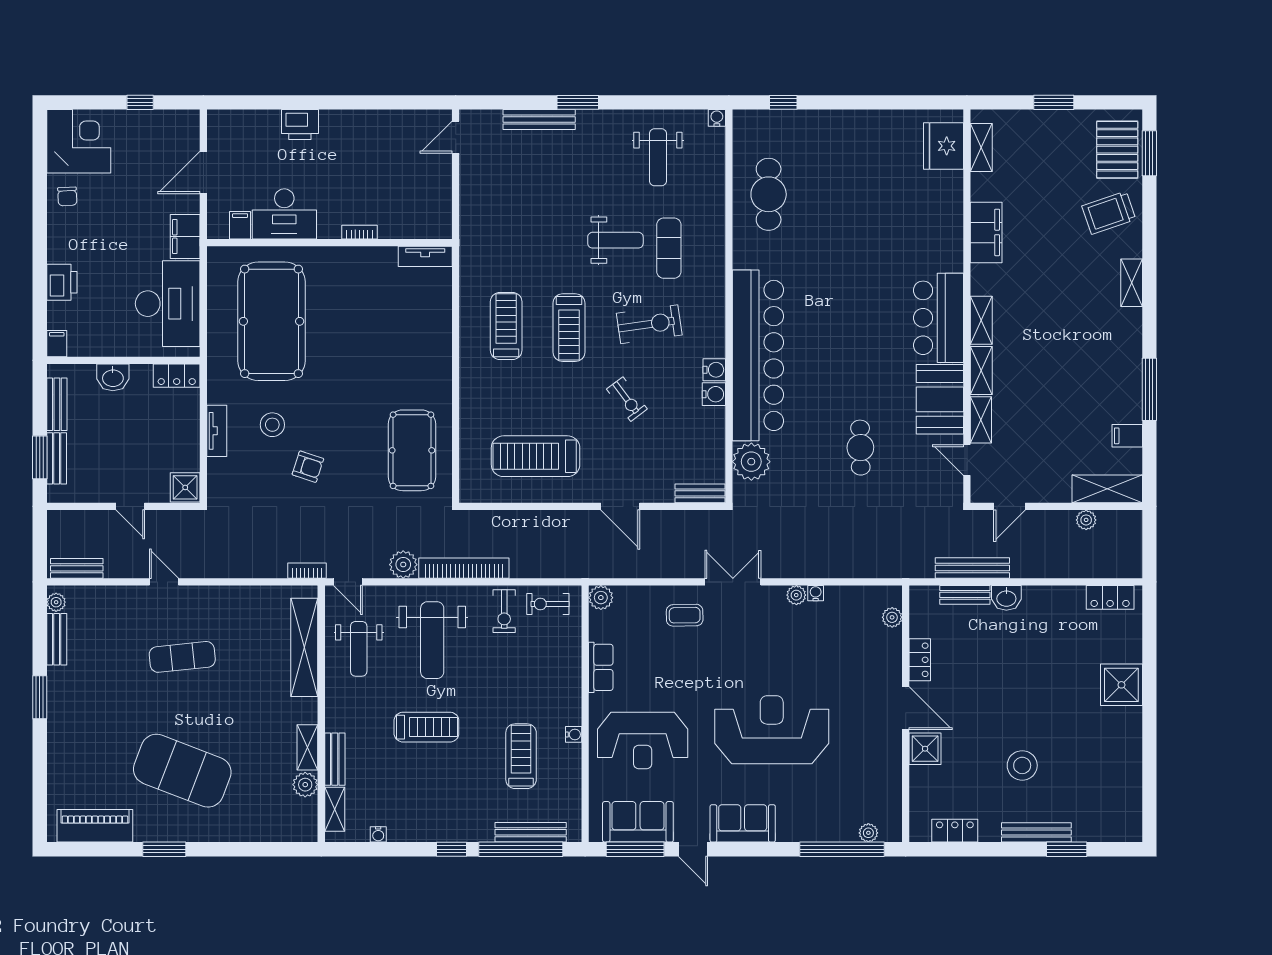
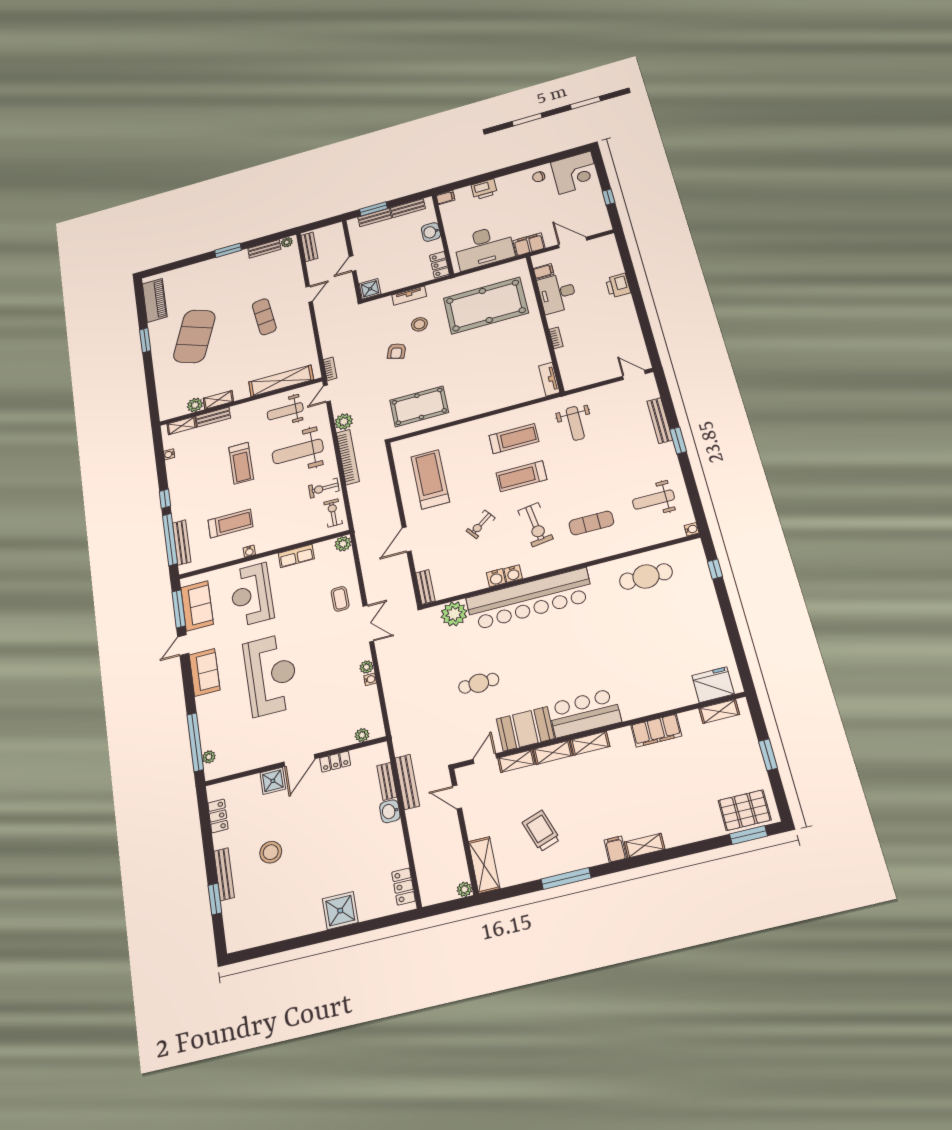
trolley: (1109, 213) -> (541, 831), moved
weight bench: (615, 240) -> (575, 423), moved
filing cabinet: (1127, 436) -> (615, 849), moved
plant: (1086, 520) -> (464, 889), moved

